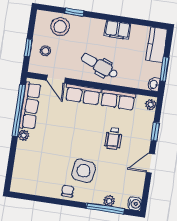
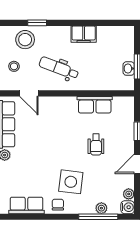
kitchen counter: (157, 45) -> (126, 43), removed
dental chair: (100, 66) -> (59, 68), moved
washbasin: (154, 84) -> (129, 69), moved
row of seats: (83, 94) -> (26, 205), moved, turned 180
plant: (151, 105) -> (129, 194), moved

